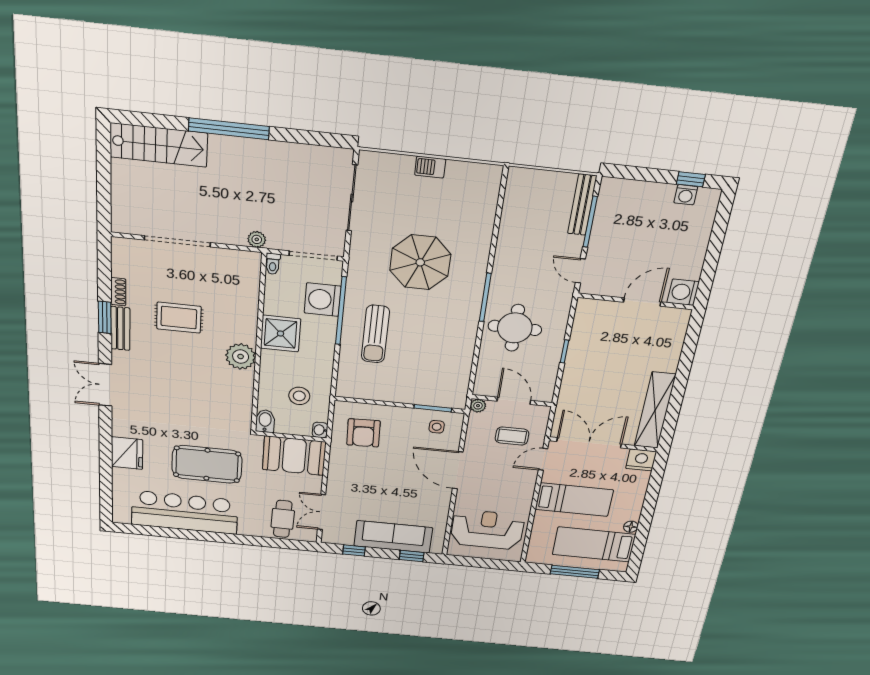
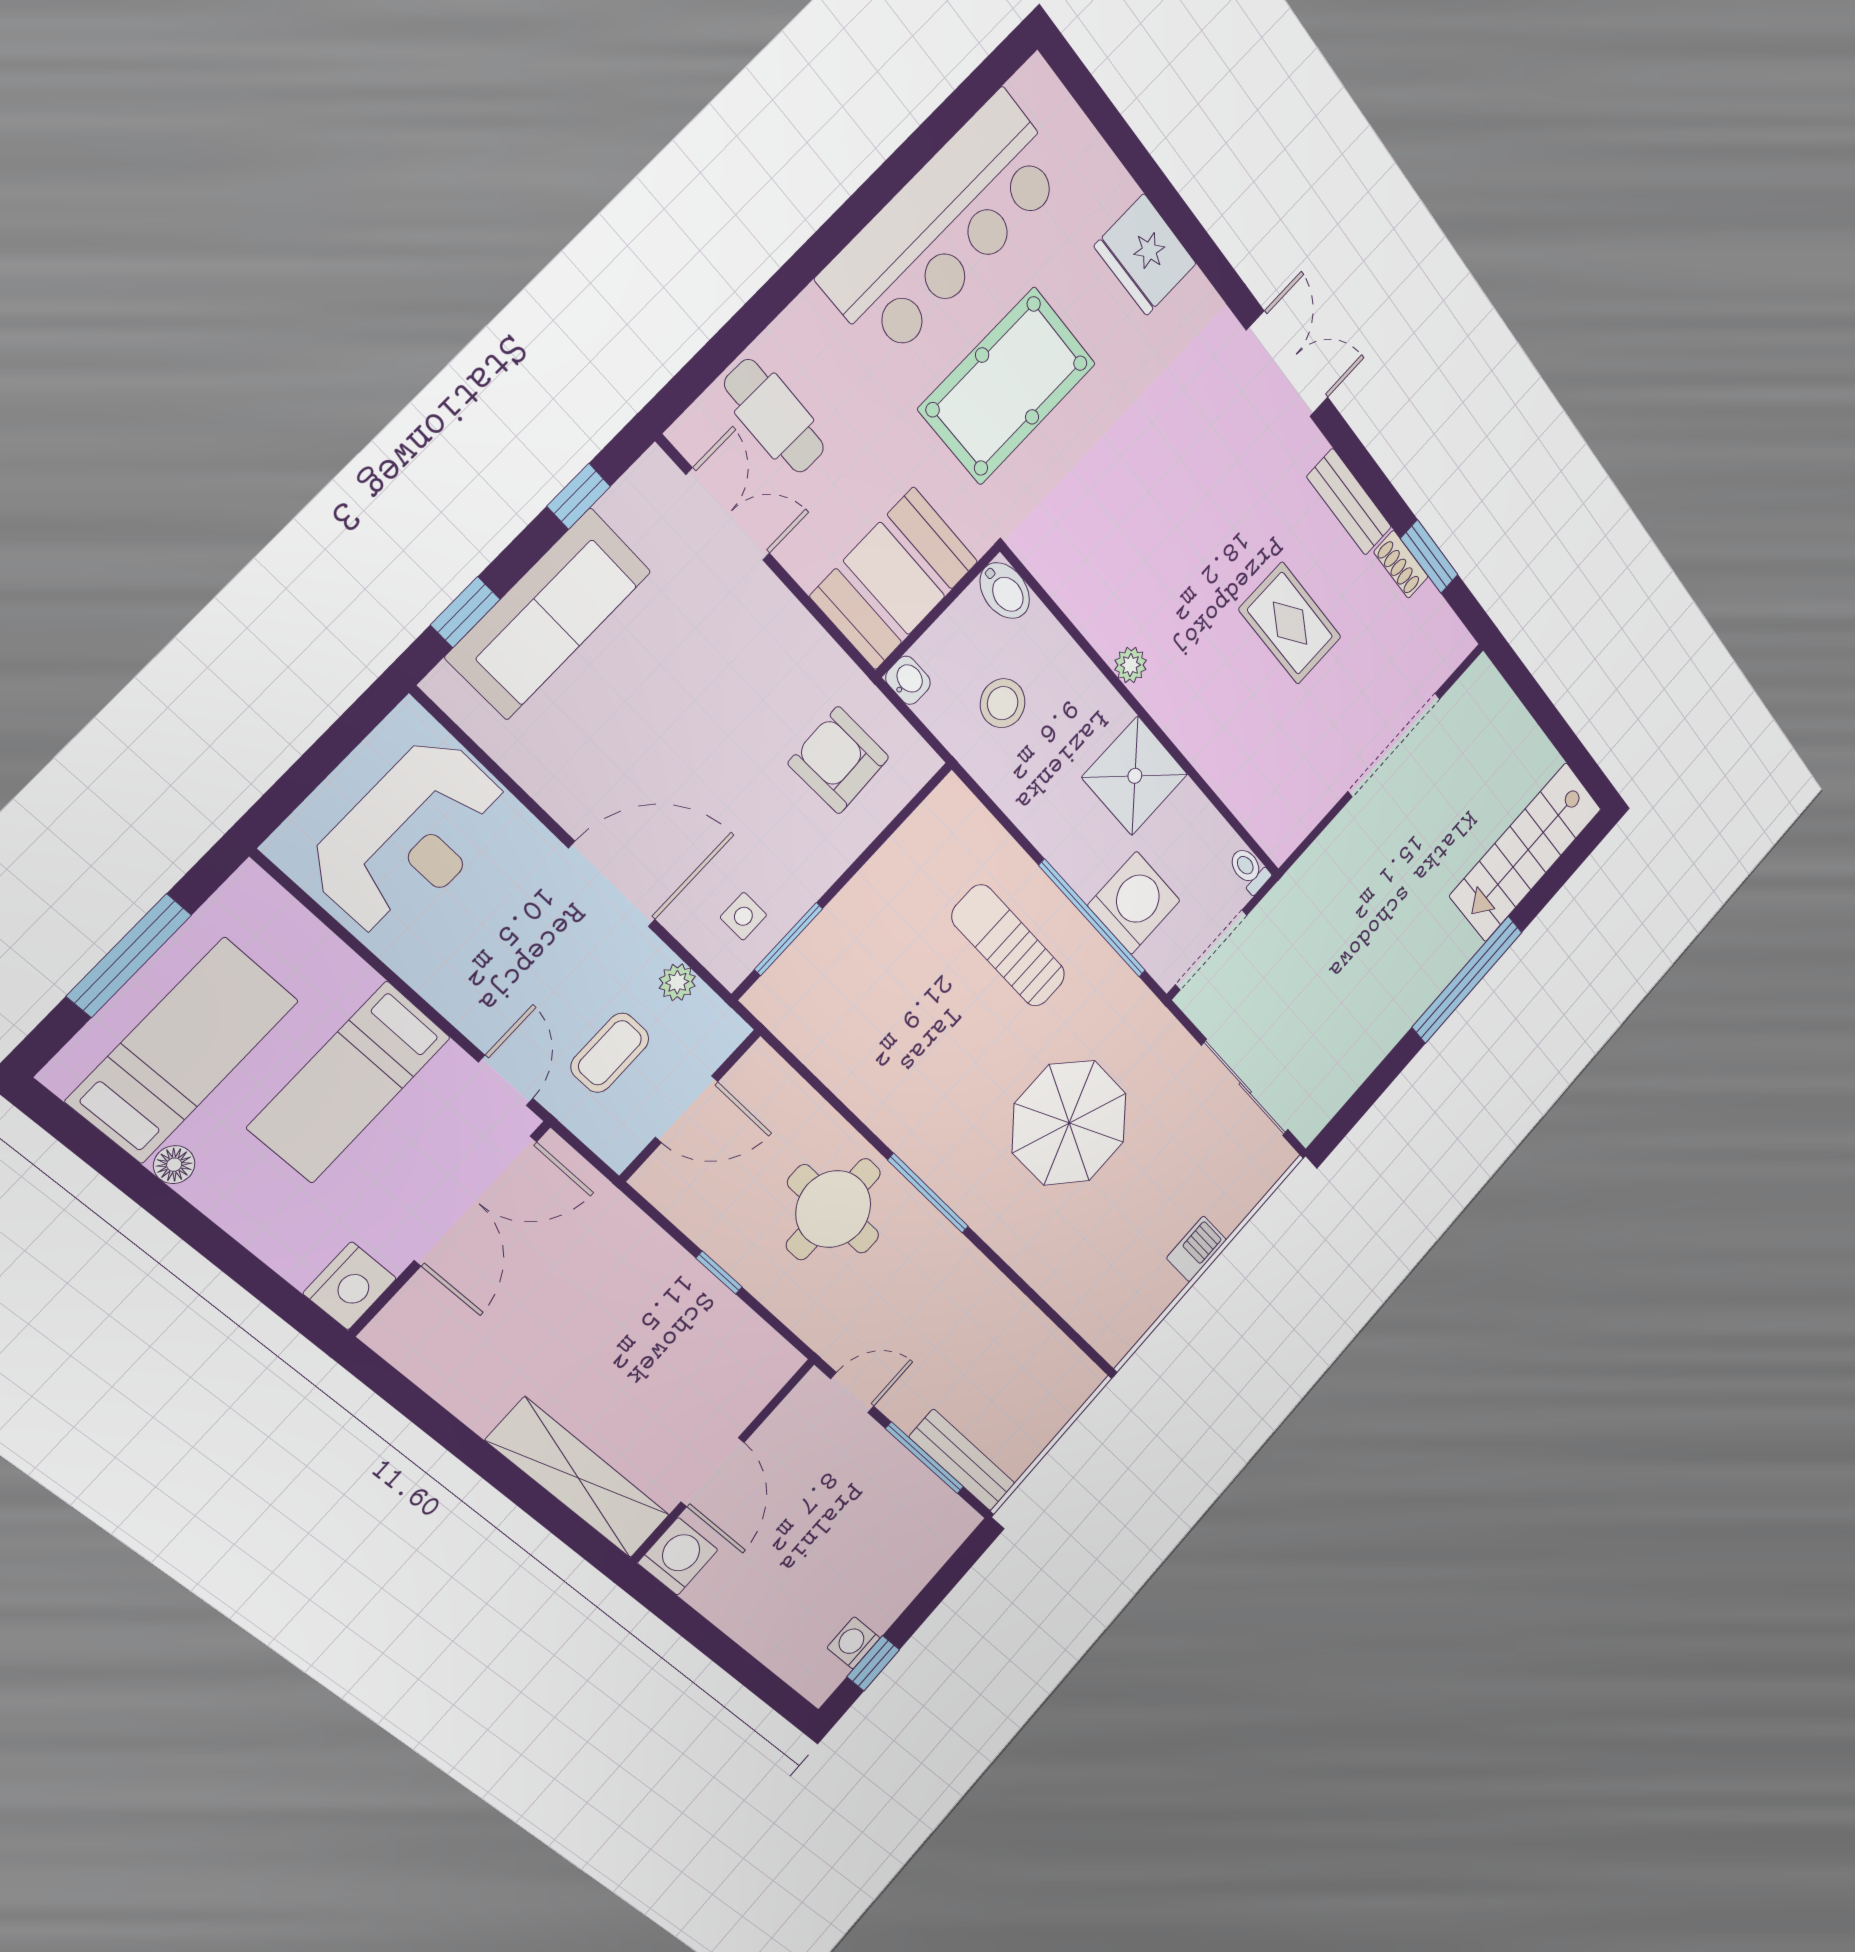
plant: (257, 239) -> (1302, 878), removed
window: (105, 317) -> (1429, 557), moved
rug: (179, 318) -> (1290, 623), turned 90
plant: (241, 357) -> (1131, 665), width x0.53, depth x0.53
plant: (478, 406) -> (677, 982), moved
shelving: (655, 410) -> (578, 1478), moved

